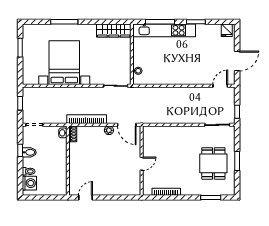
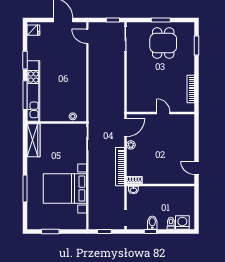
dining table: (213, 163) -> (163, 43), turned 90

